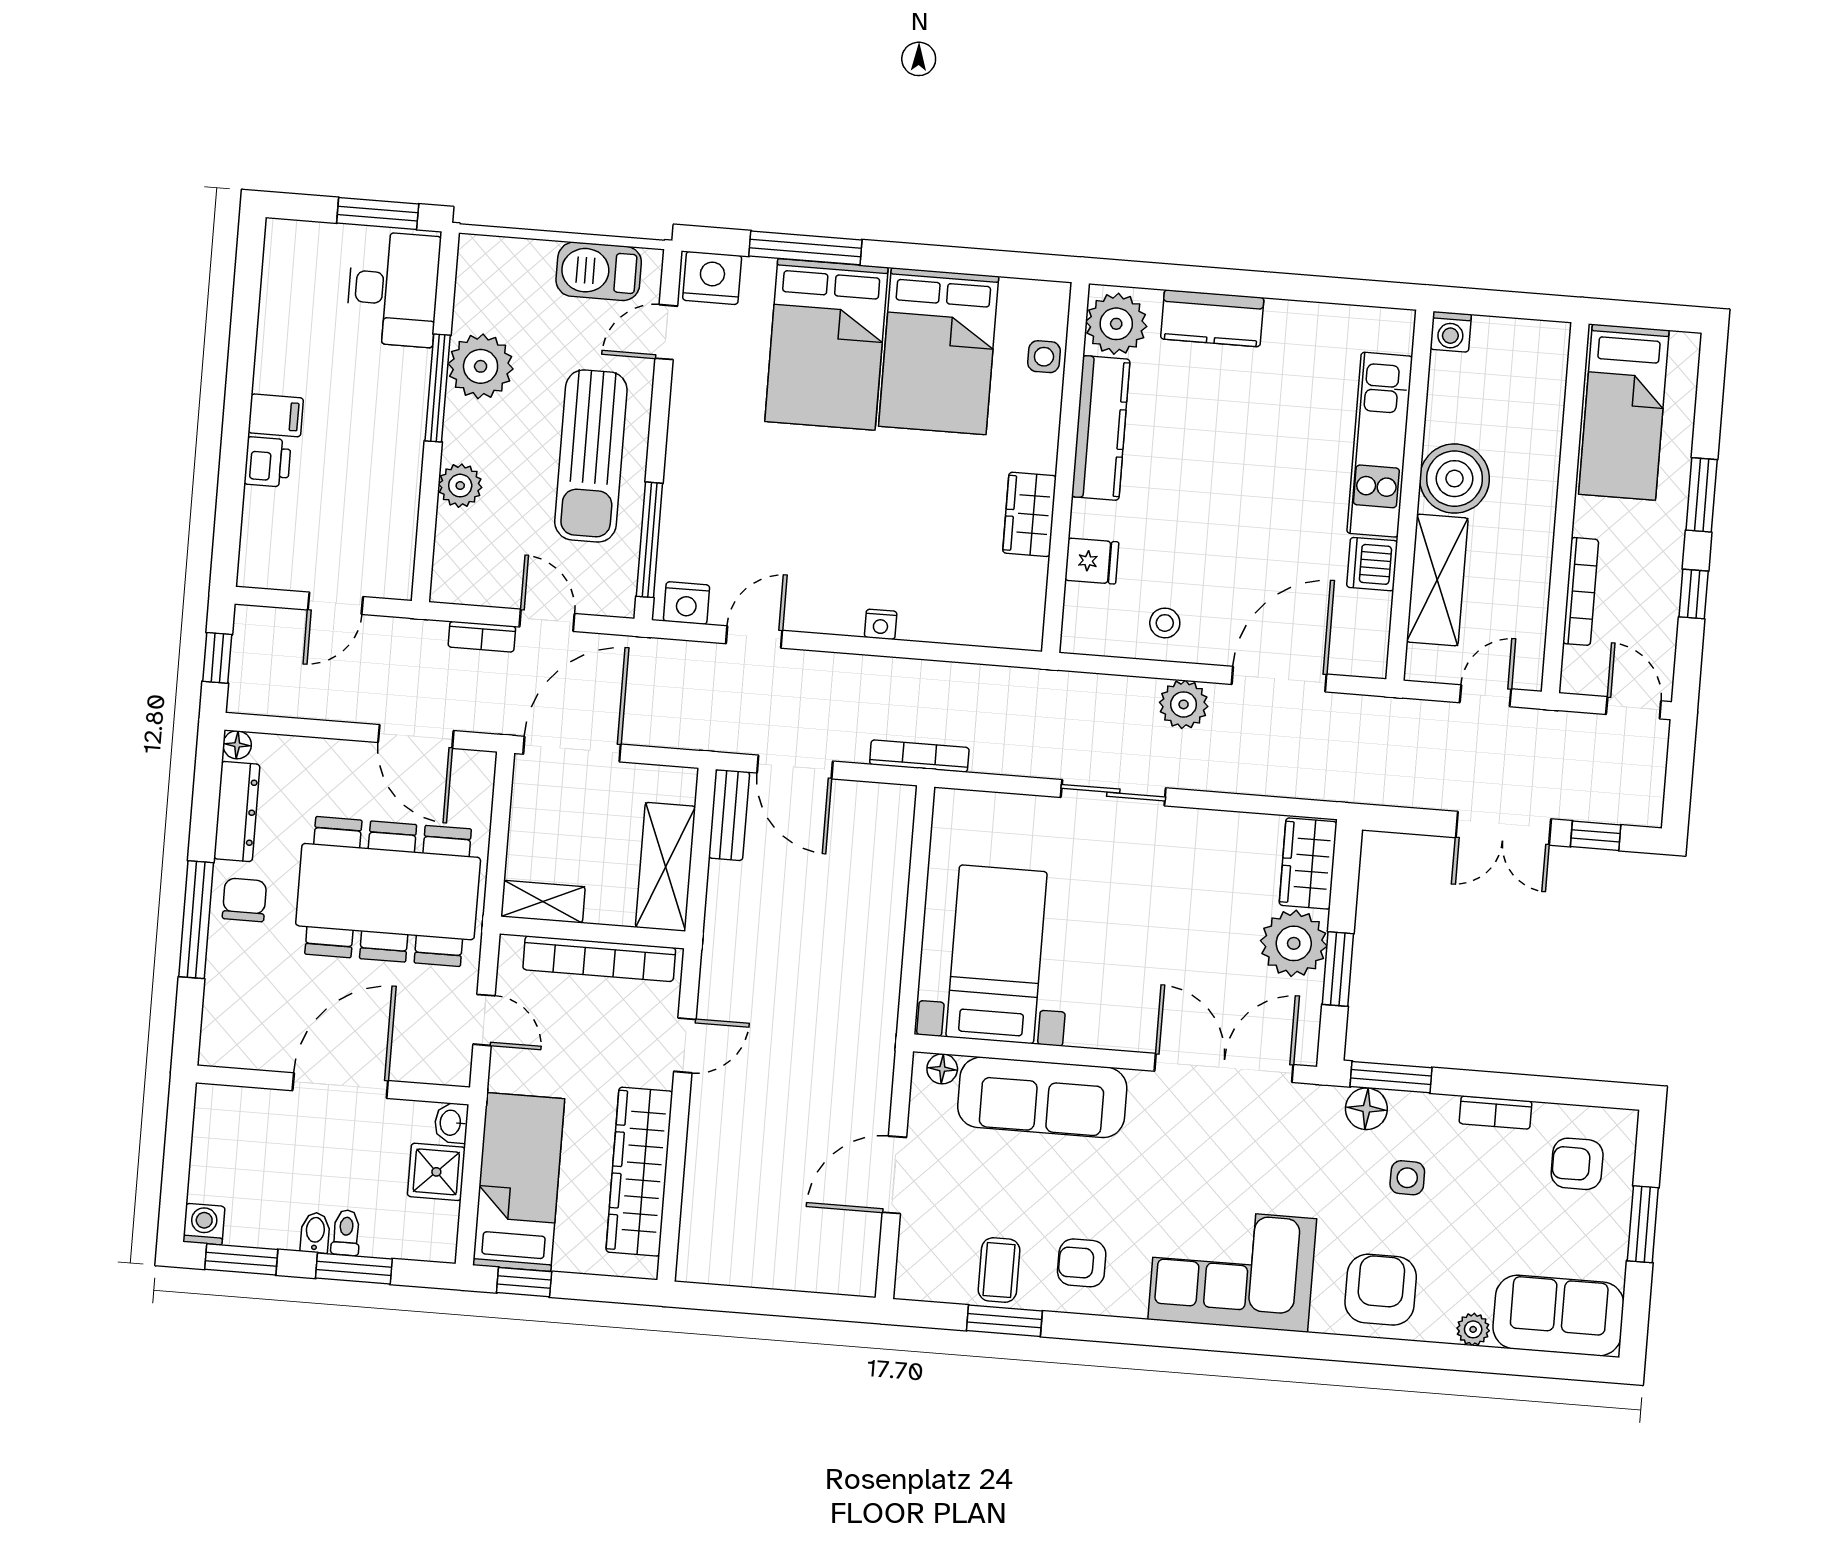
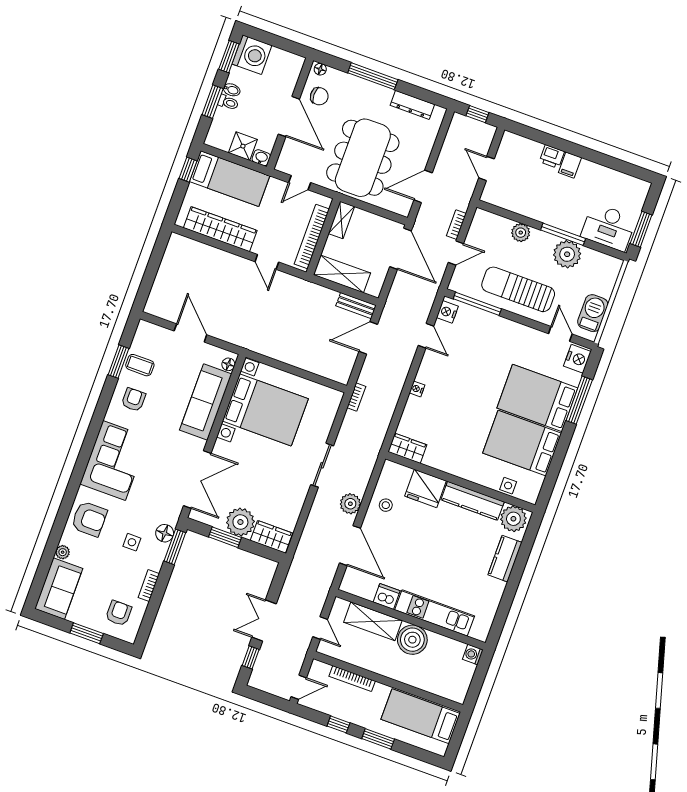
wardrobe: (1029, 514) -> (407, 448), moved
fridge: (1092, 561) -> (425, 488), width x1.88, depth x1.34
floor lamp: (237, 745) -> (320, 69), moved
bookcase: (919, 756) -> (356, 397), width x0.64
chair: (244, 900) -> (319, 96), moved
bed with nightstands: (996, 954) -> (265, 410), width x1.36
washing machine: (204, 1224) -> (252, 55), width x1.89, depth x1.89

